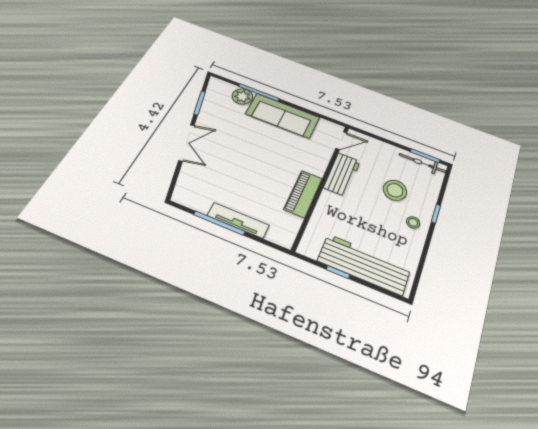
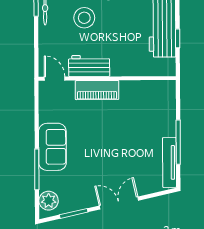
plant: (242, 96) -> (49, 201), moved
sofa: (283, 116) -> (52, 147), width x0.73
piano: (303, 194) -> (97, 90), moved
tv unit: (238, 220) -> (170, 162), moved

